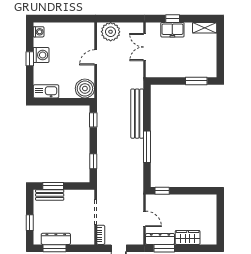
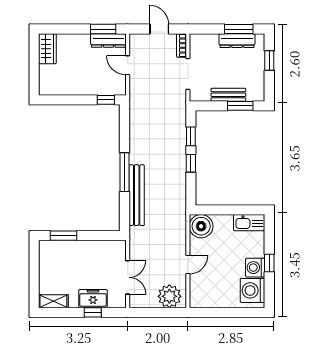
washing machine: (39, 32) -> (253, 290), width x1.89, depth x1.89
window: (93, 120) -> (191, 163), moved
window: (147, 147) -> (125, 172), moved
bench: (50, 195) -> (228, 95), moved
wardrobe: (188, 237) -> (47, 49), moved, turned -90

